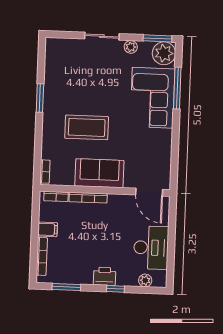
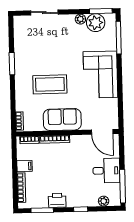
sliding door: (102, 36) -> (44, 13), moved
plant: (164, 53) -> (96, 23), moved
window: (177, 88) -> (119, 38), moved
corner sofa: (153, 98) -> (100, 75), moved
desk: (151, 248) -> (106, 171), width x0.73
window: (171, 263) -> (123, 186), added
printer: (104, 276) -> (57, 200), moved

